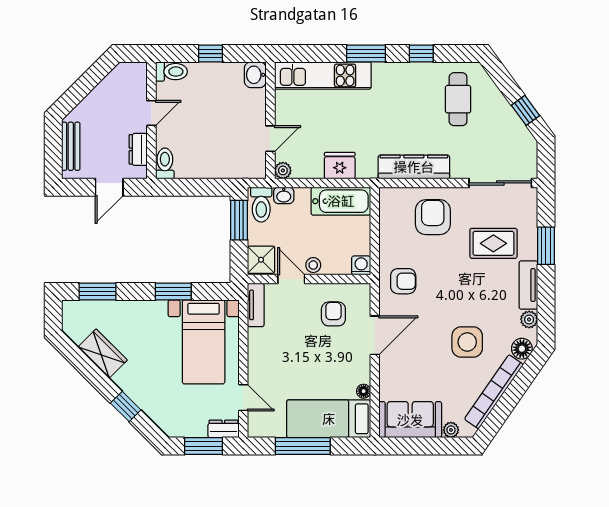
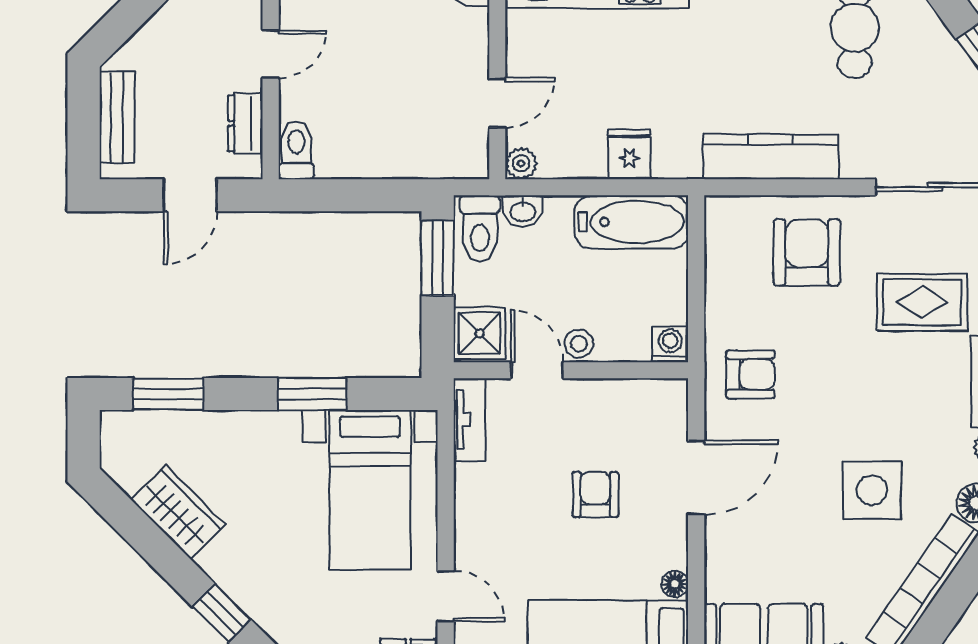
fridge: (340, 166) -> (629, 154), width x0.72
armchair: (333, 314) -> (595, 494), moved

